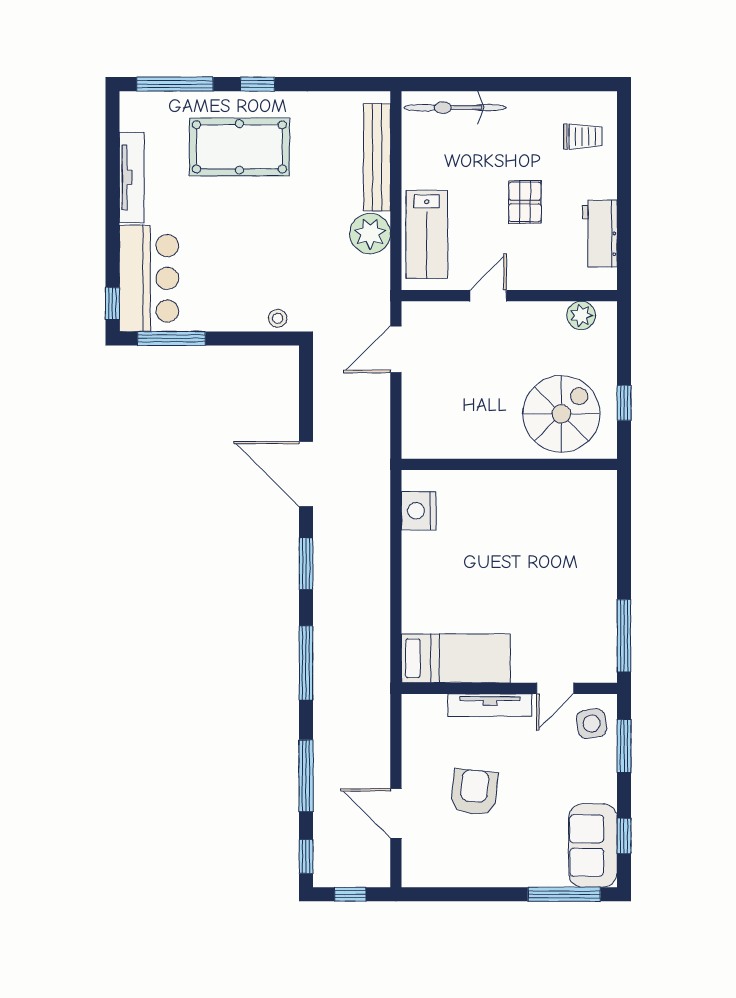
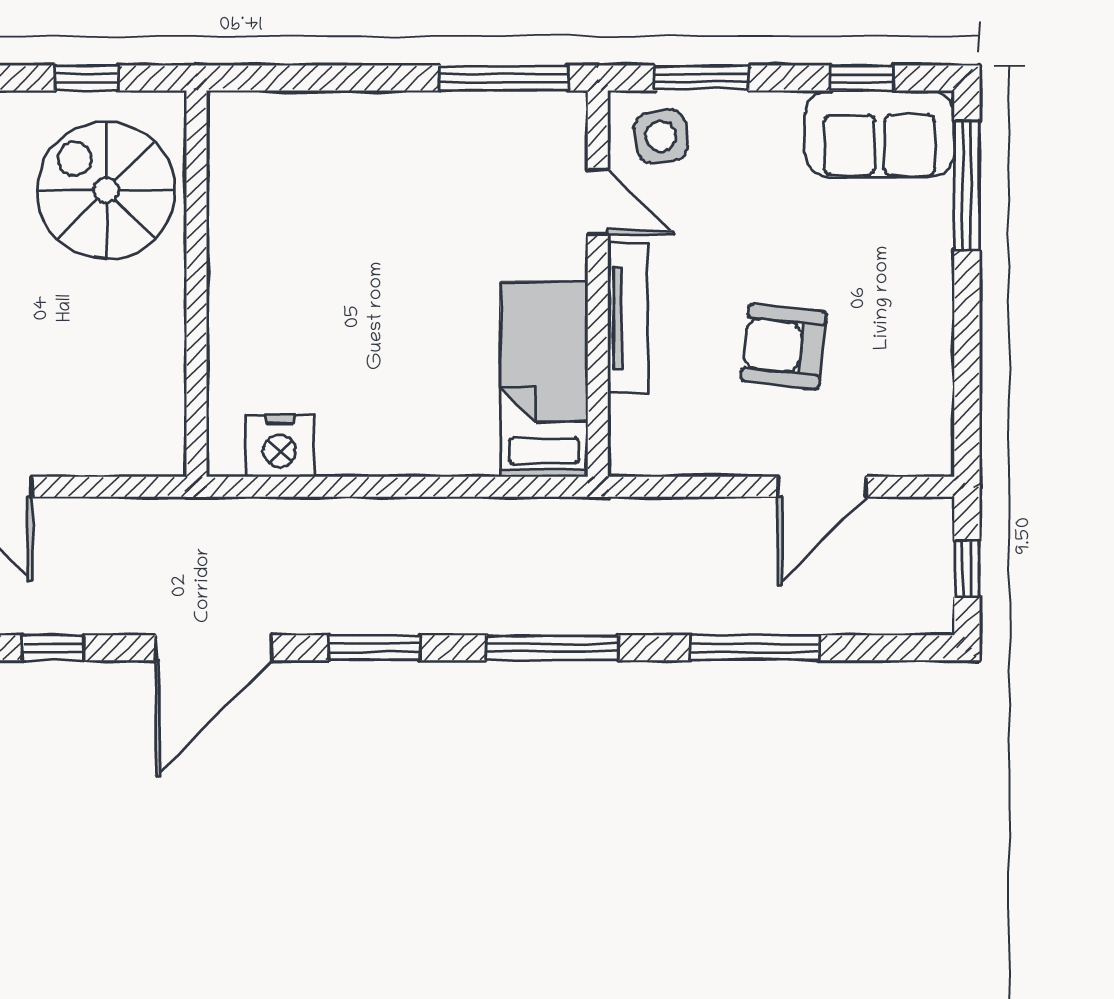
window: (306, 857) -> (53, 648), moved

